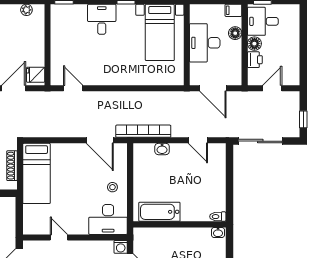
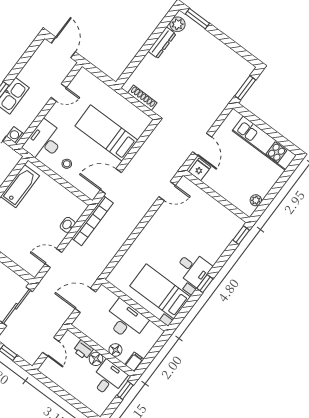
desk: (102, 19) -> (193, 269), moved
bed: (37, 173) -> (106, 133), moved

